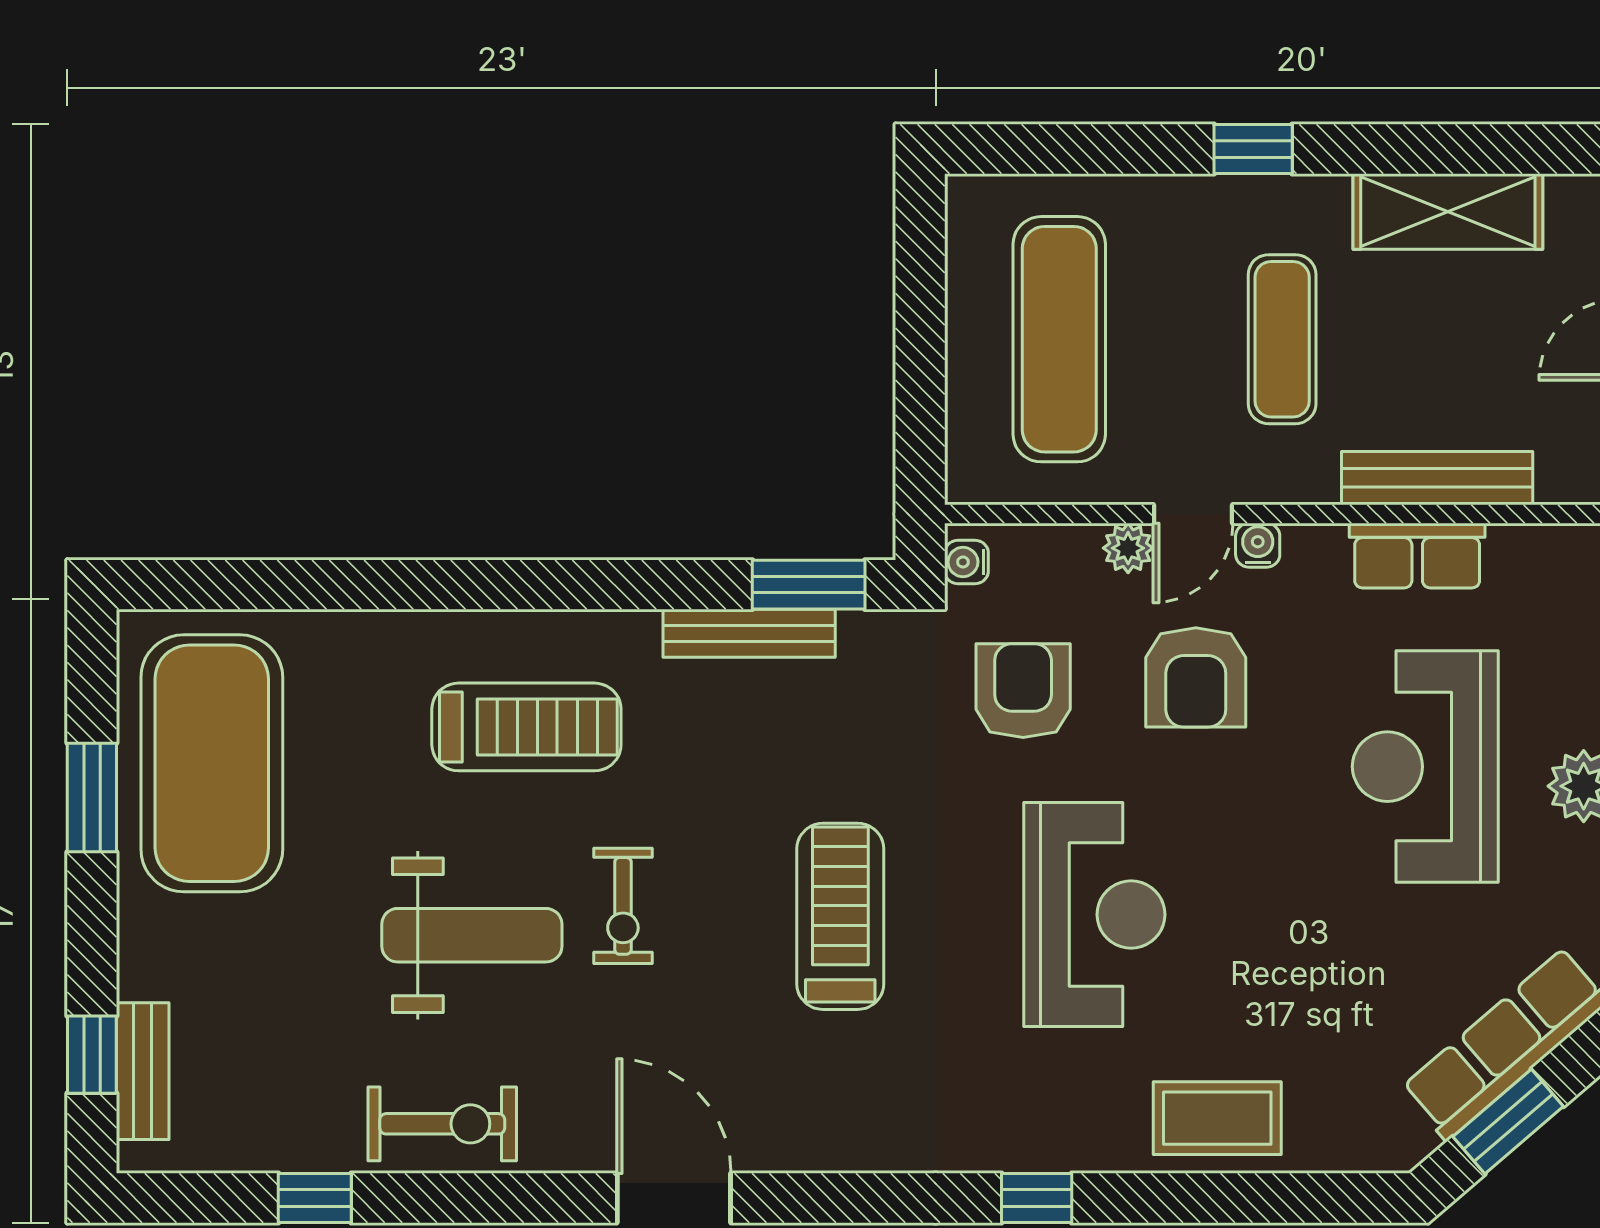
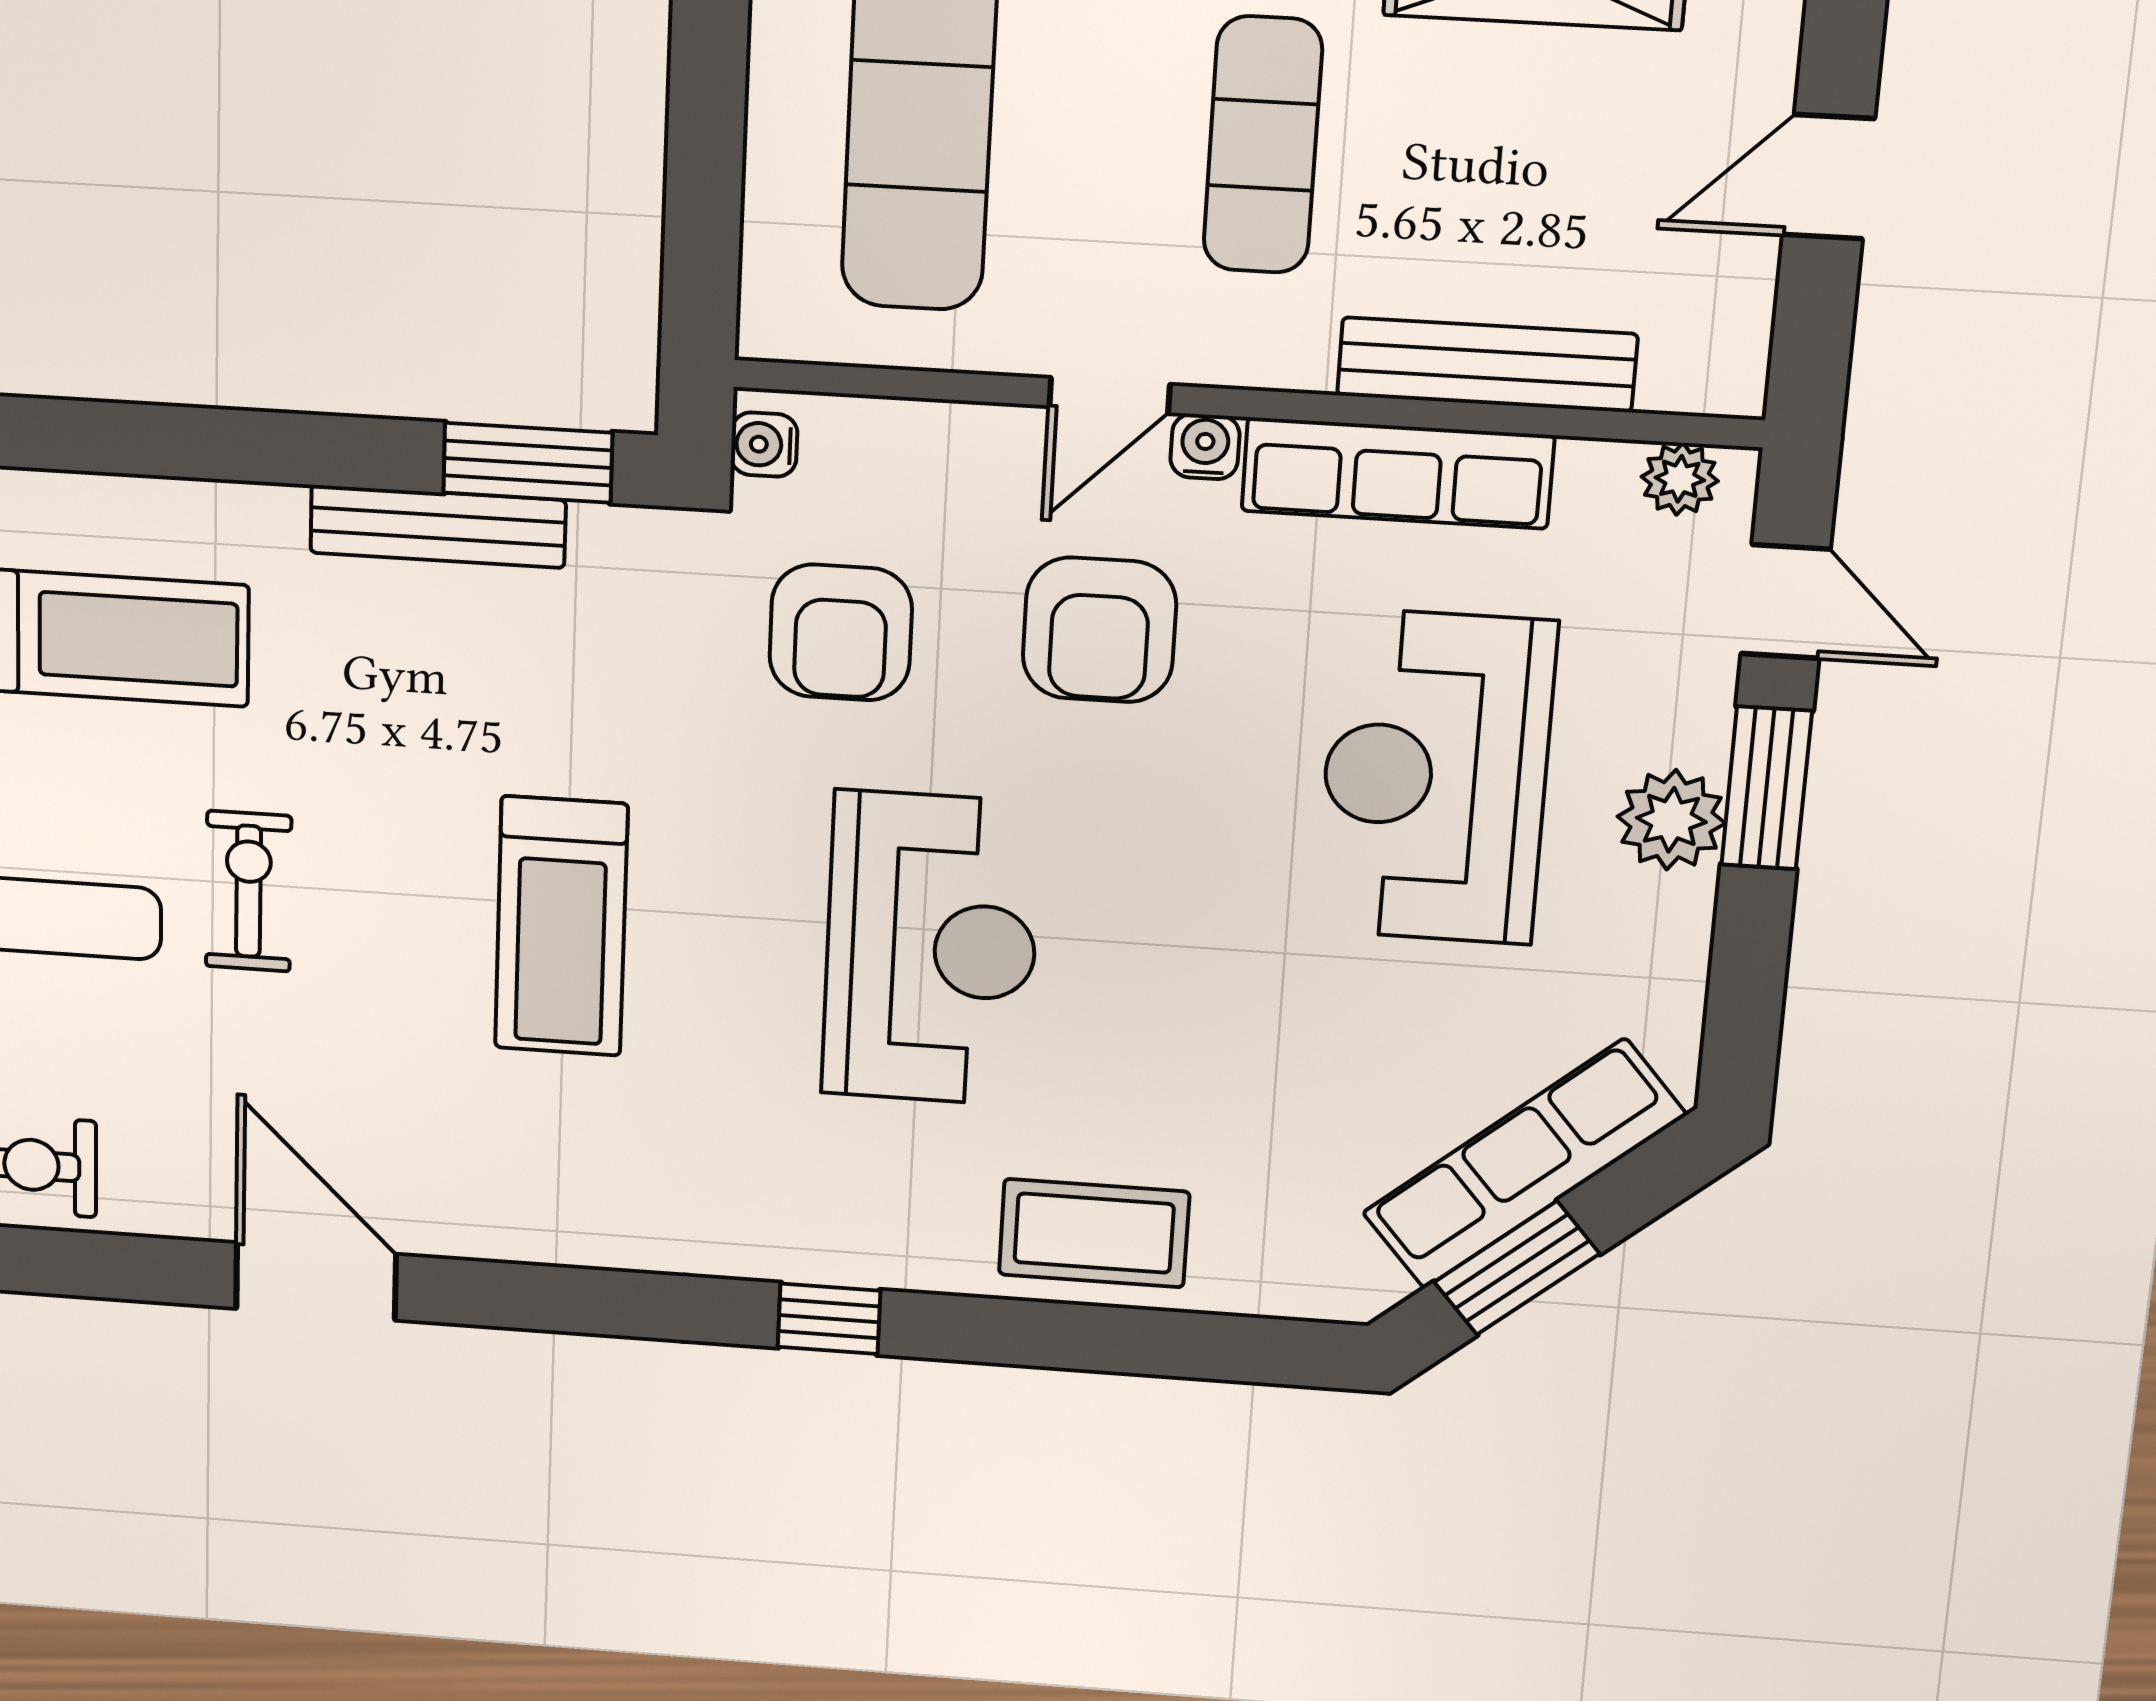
plant: (1128, 548) -> (1680, 479), moved
row of seats: (1417, 556) -> (1398, 473), width x1.48
armchair: (1023, 691) -> (841, 633), turned 180
exercise bike: (623, 906) -> (249, 891), turned 180
treadmill: (840, 916) -> (561, 926), turned 180

